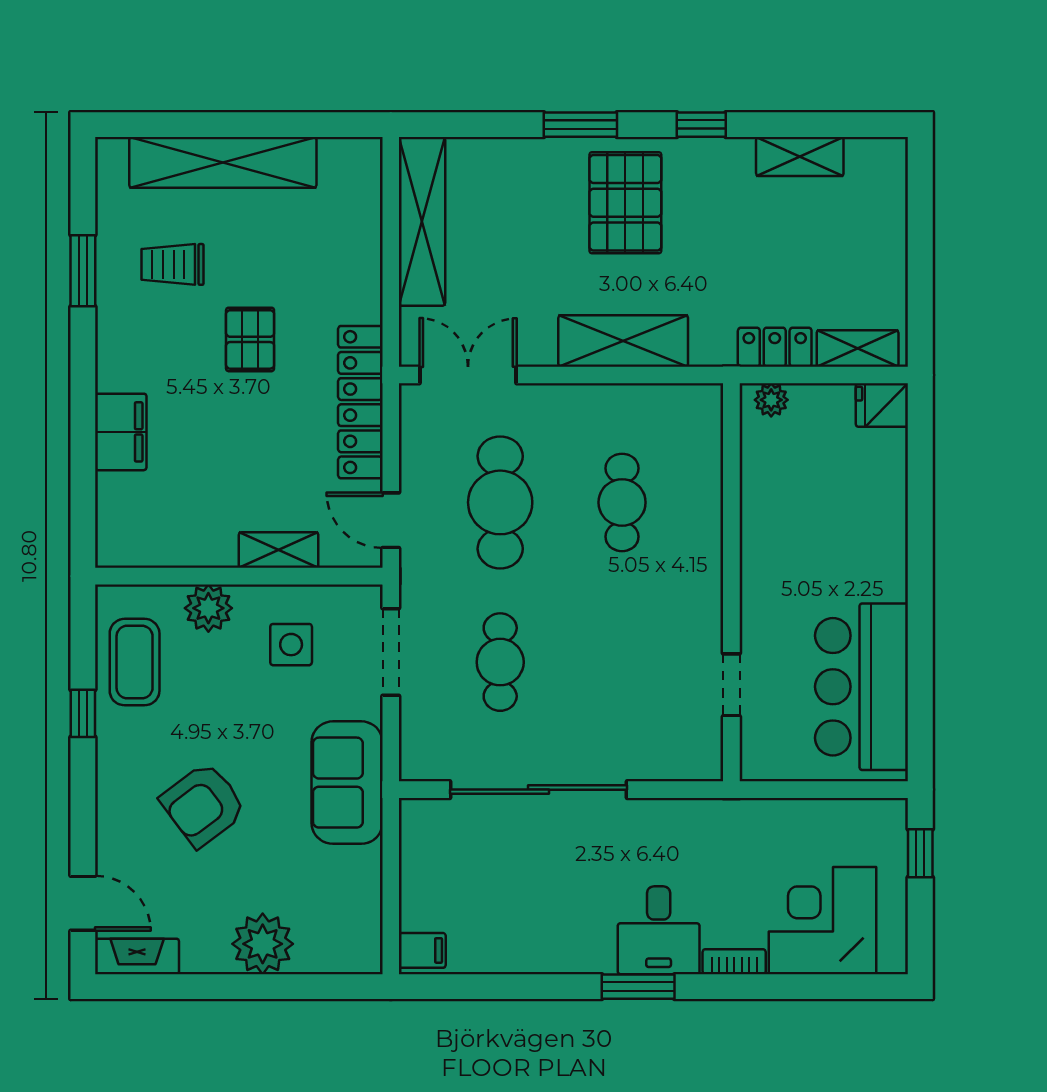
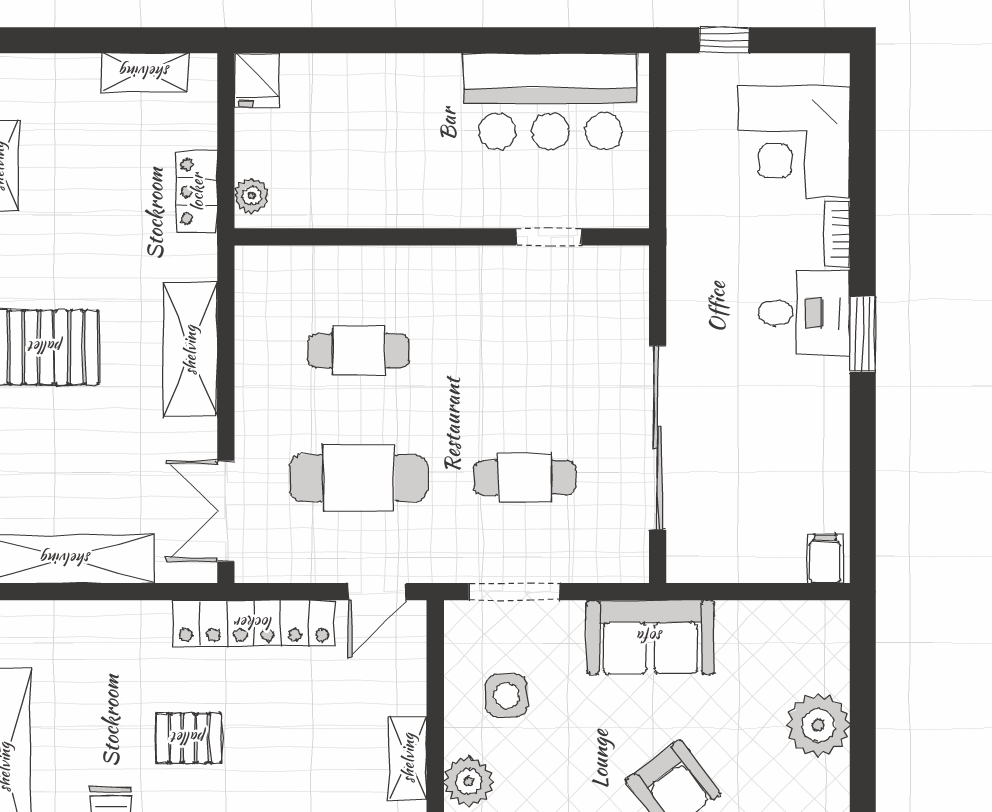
shelving: (858, 348) -> (145, 72), moved, turned 90
shelving: (279, 550) -> (408, 758), moved

